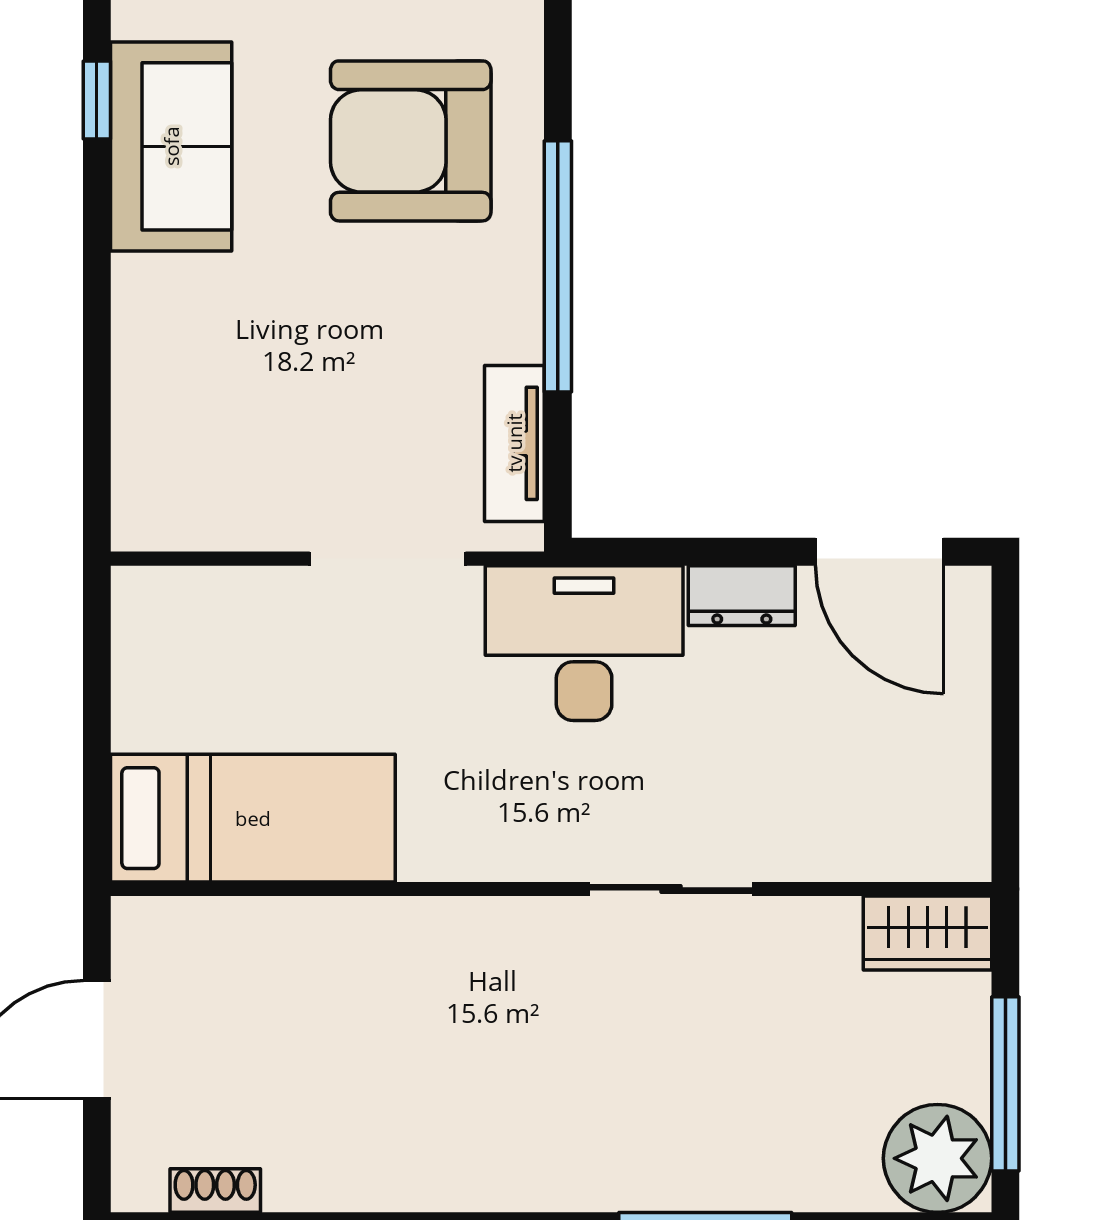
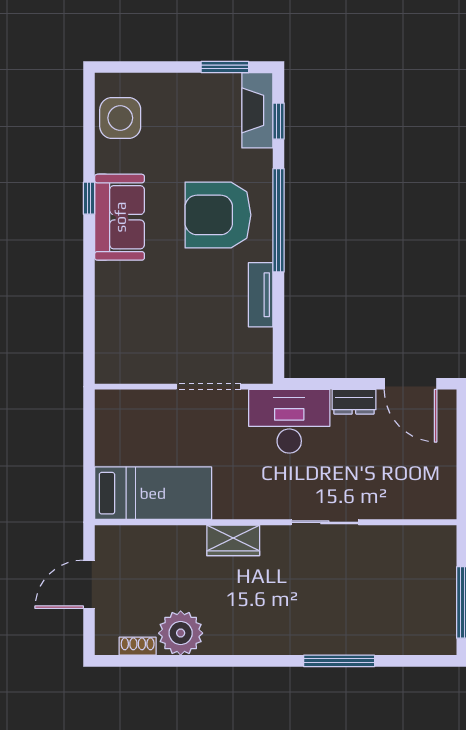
window: (558, 266) -> (278, 220), moved
tv unit: (514, 443) -> (261, 295), moved
wardrobe: (927, 933) -> (233, 540), moved
plant: (937, 1158) -> (181, 633), moved

